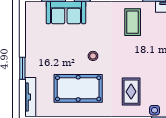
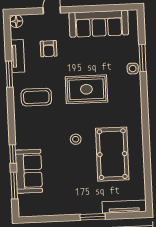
rug: (131, 92) -> (86, 89), moved, width x1.36, depth x1.43

